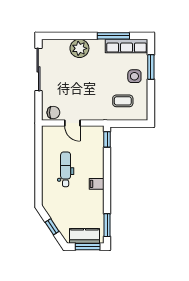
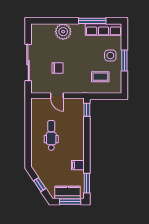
window: (151, 67) -> (124, 60), moved
sliding door: (38, 69) -> (28, 63), moved
chair: (53, 113) -> (57, 68), moved
filing cabinet: (97, 184) -> (78, 165), moved

